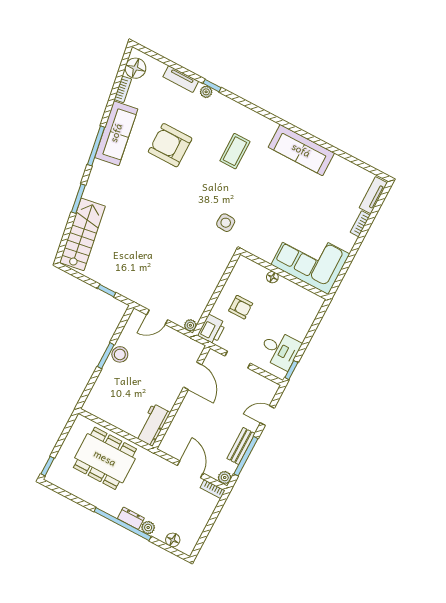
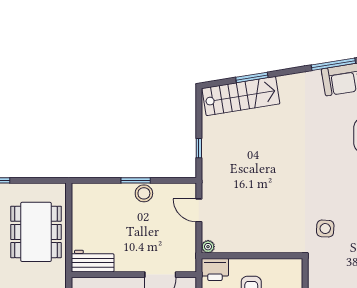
window: (78, 199) -> (252, 77), moved

